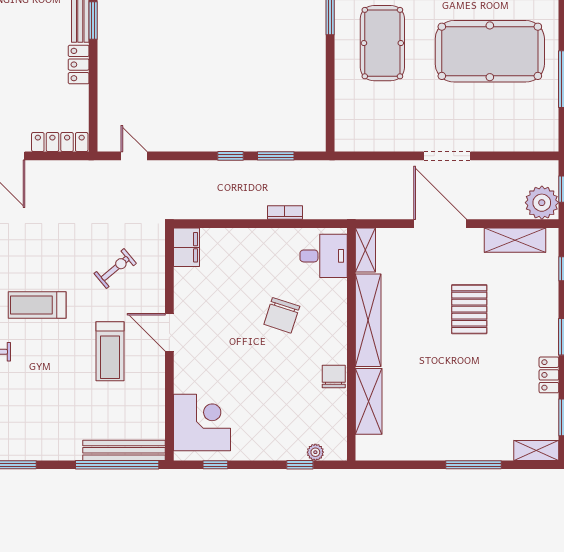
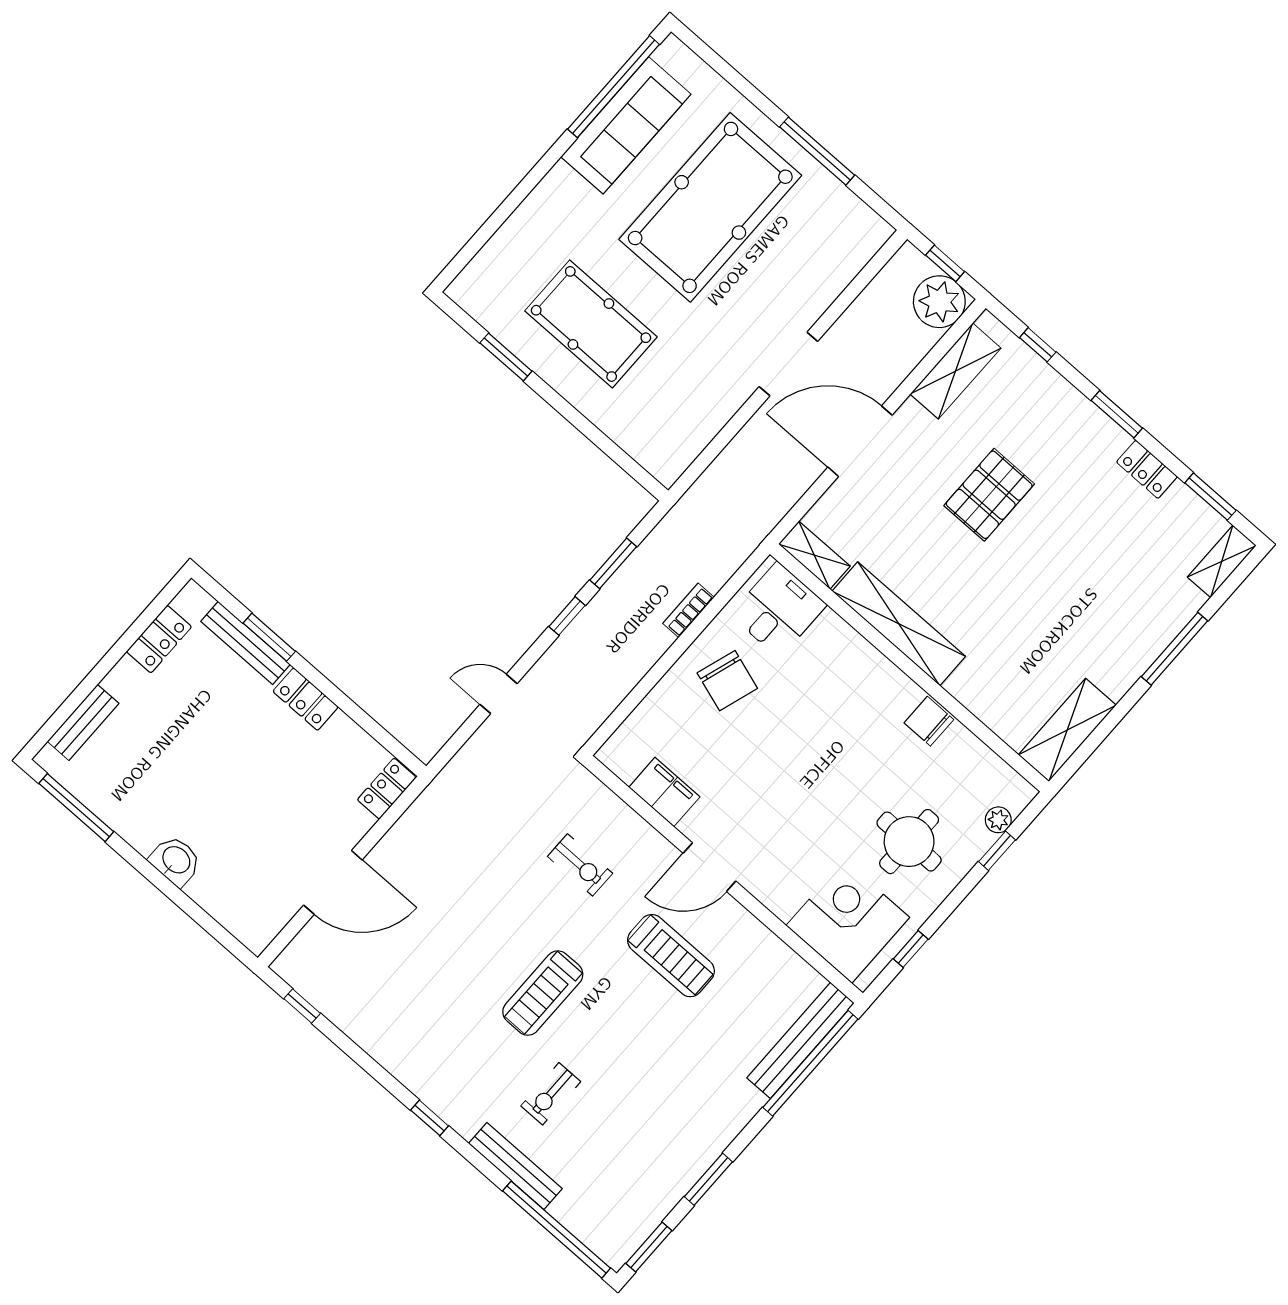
locker: (60, 142) -> (387, 789), width x0.66
door: (134, 156) -> (499, 694), moved
filing cabinet: (186, 247) -> (664, 792), moved
exercise bike: (115, 268) -> (580, 865), turned 130
pallet: (469, 309) -> (989, 495), turned 90
chair: (282, 315) -> (727, 681), moved
shelving: (369, 401) -> (1067, 730), moved, turned 90
round table: (267, 418) -> (909, 842), added

